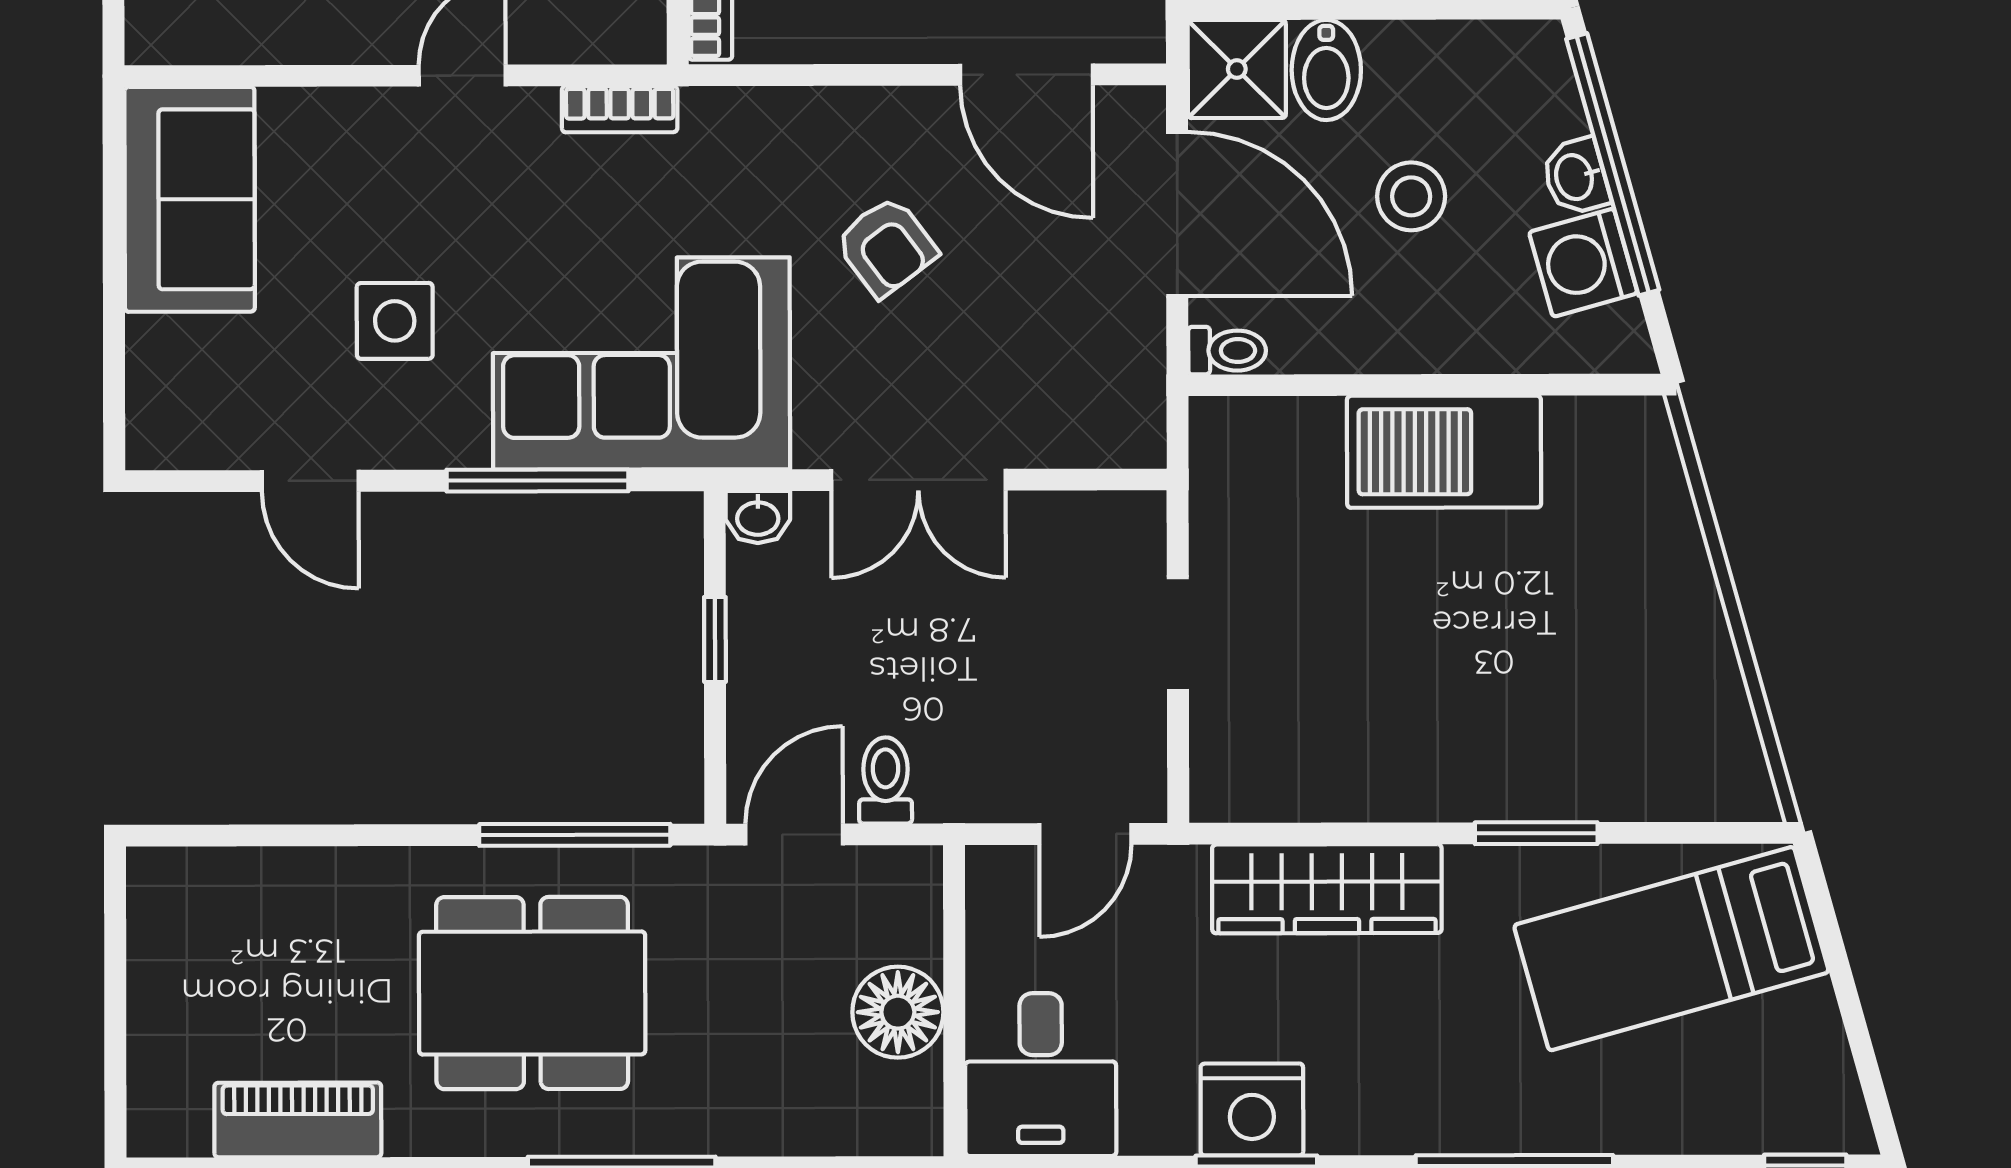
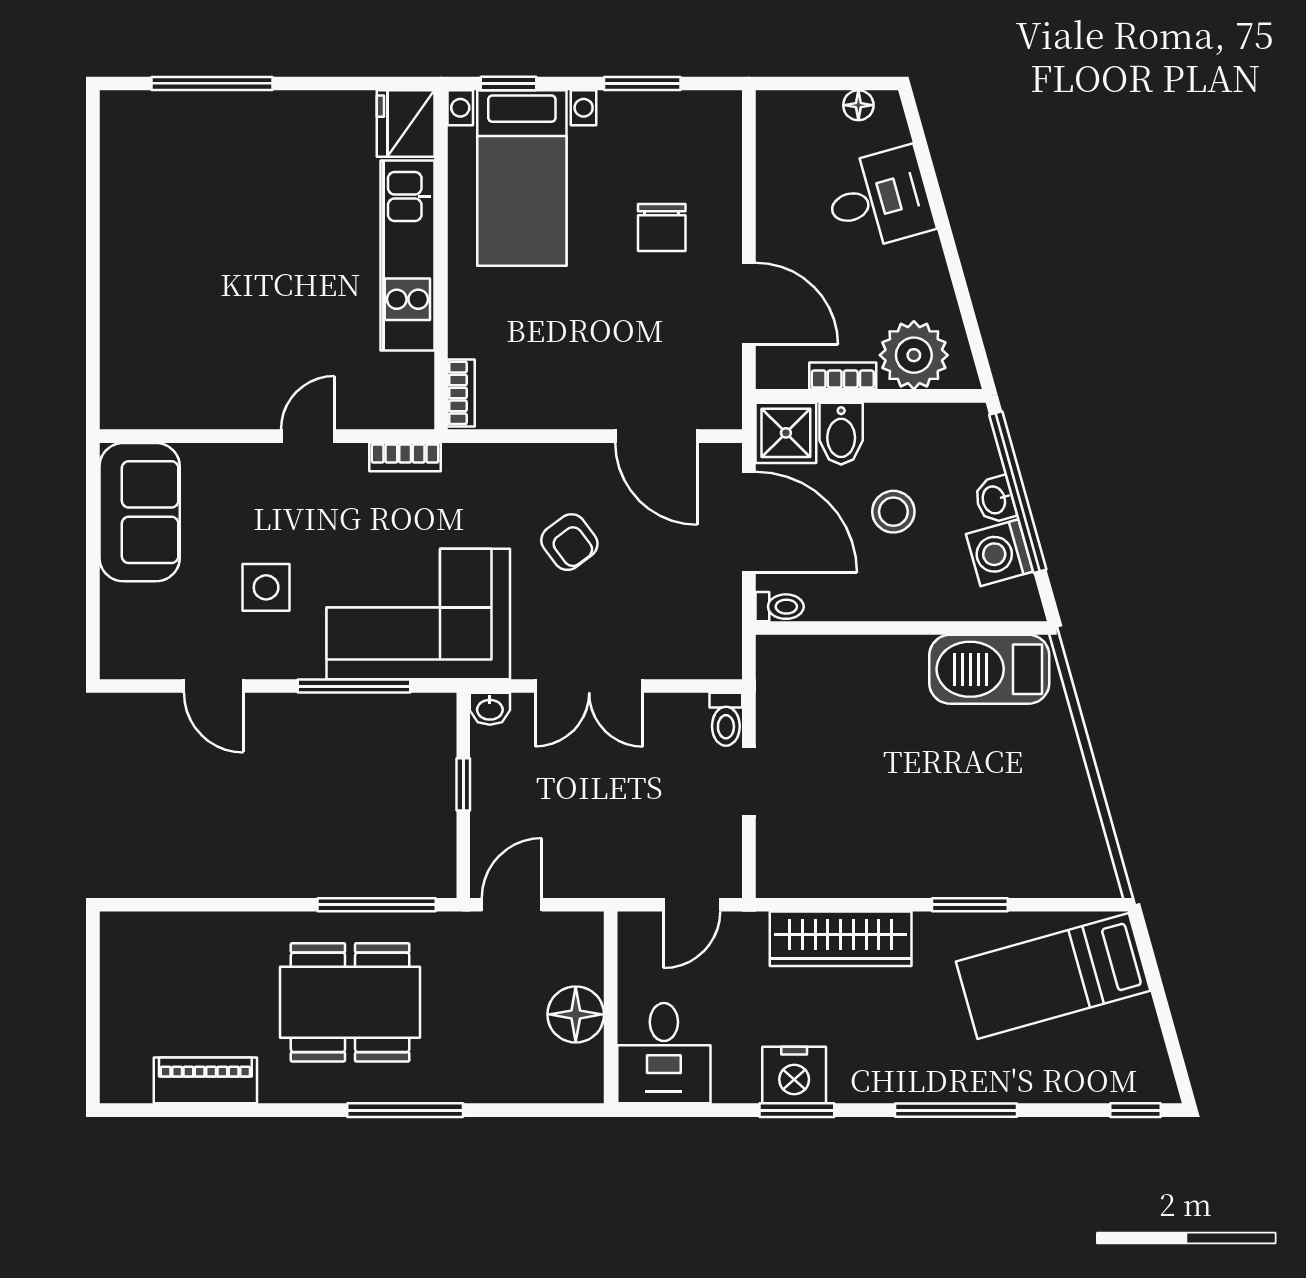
barbecue: (1444, 452) -> (989, 669), moved
toilet: (886, 780) -> (726, 719), moved, turned 180

